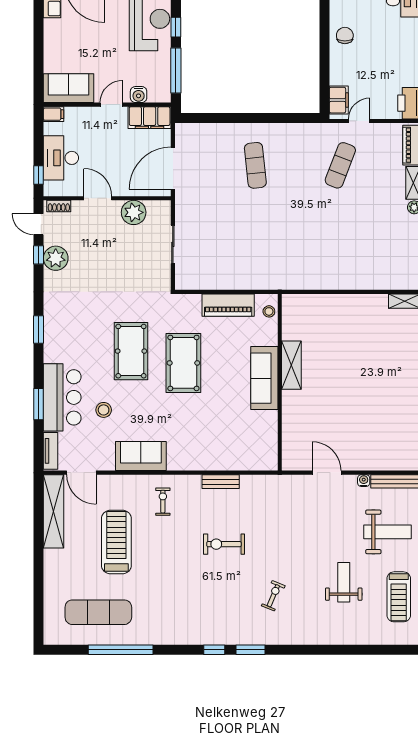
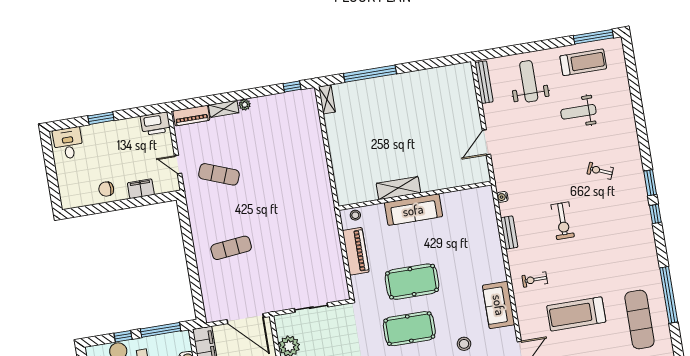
filing cabinet: (339, 100) -> (141, 189), moved
water cooler: (364, 481) -> (502, 197), moved

